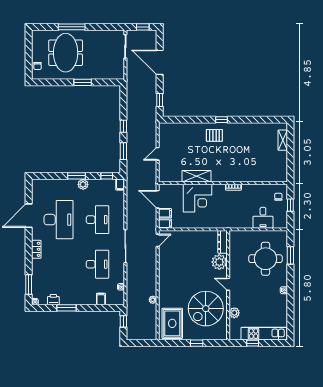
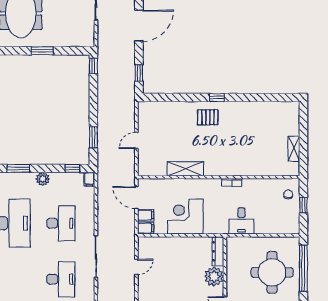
door: (160, 62) -> (139, 26), swing flipped
window: (123, 126) -> (93, 66), moved
shelving: (283, 140) -> (294, 149), moved
window: (76, 176) -> (18, 168), moved
corner desk: (197, 198) -> (185, 217), moved, turned 180
desk: (263, 218) -> (241, 221), moved
door: (158, 240) -> (136, 267), moved
window: (290, 255) -> (303, 268), width x2.11

